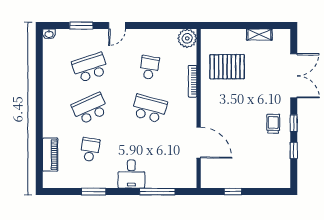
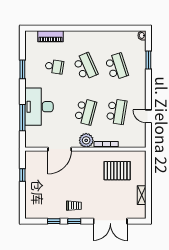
door: (117, 26) -> (148, 116), moved
plant: (187, 38) -> (86, 140), moved
pallet: (227, 67) -> (117, 171), turned 90
school desk: (149, 68) -> (117, 112), width x1.85
desk: (131, 174) -> (39, 107), width x1.87, depth x1.30

